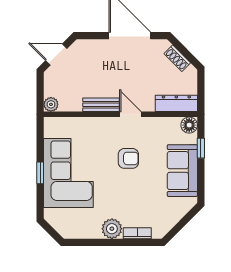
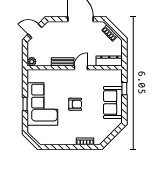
door: (130, 114) -> (81, 68), hinge flipped
floor lamp: (189, 125) -> (117, 74), removed
armchair: (128, 158) -> (75, 104), moved
plant: (112, 229) -> (69, 139), removed

